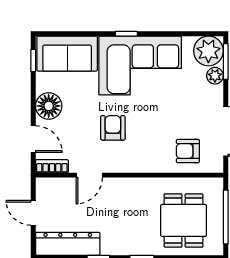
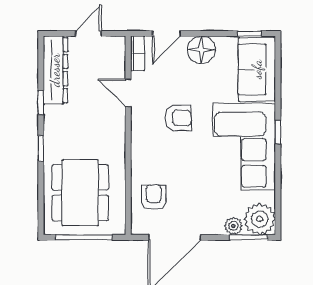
dining table: (184, 220) -> (80, 193), width x1.38

